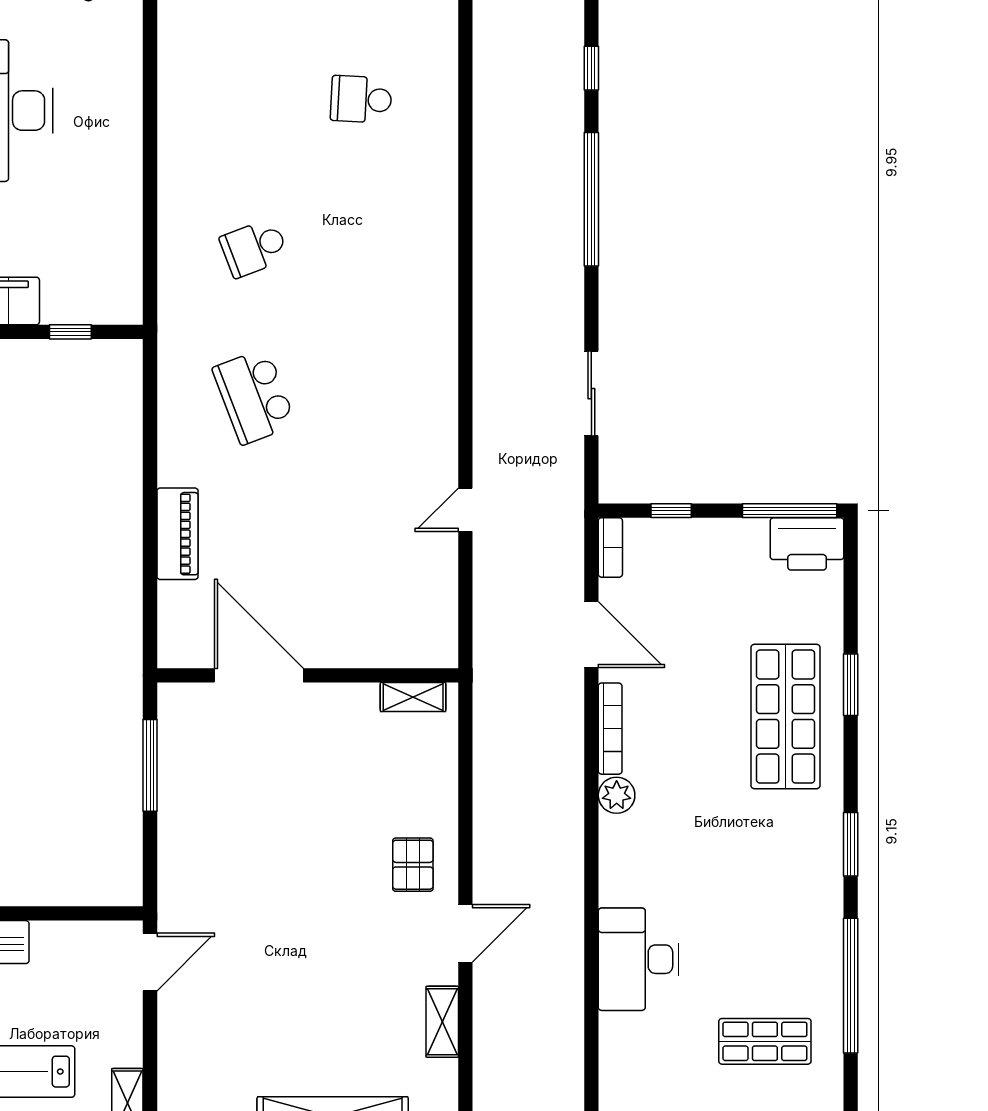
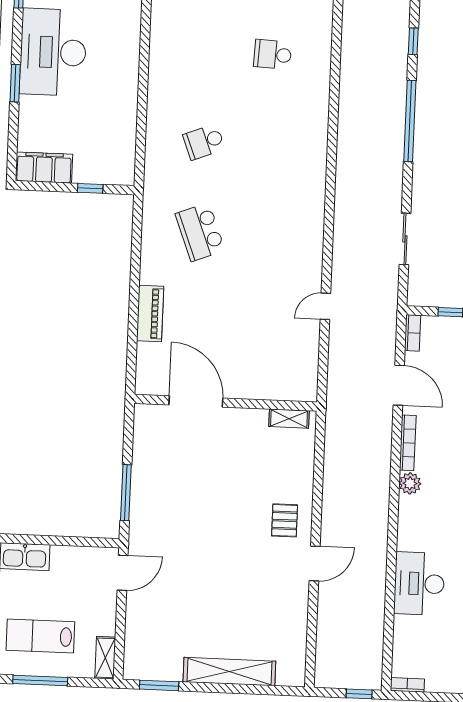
window: (150, 765) -> (126, 493), moved
shelving: (442, 1022) -> (298, 617), removed

